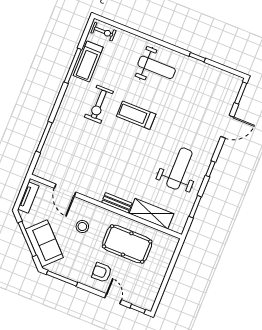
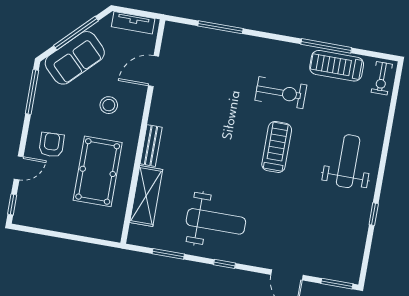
weight bench: (157, 67) -> (348, 161), turned 180
exercise bike: (99, 104) -> (281, 93), turned 180

